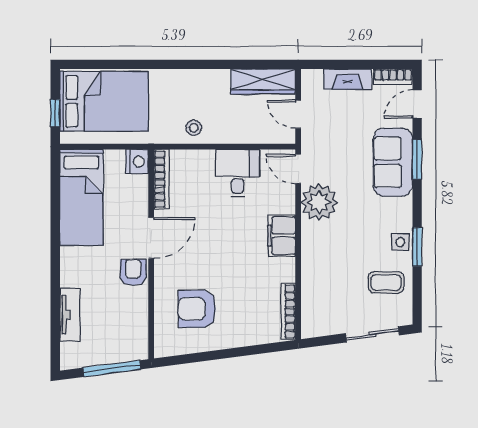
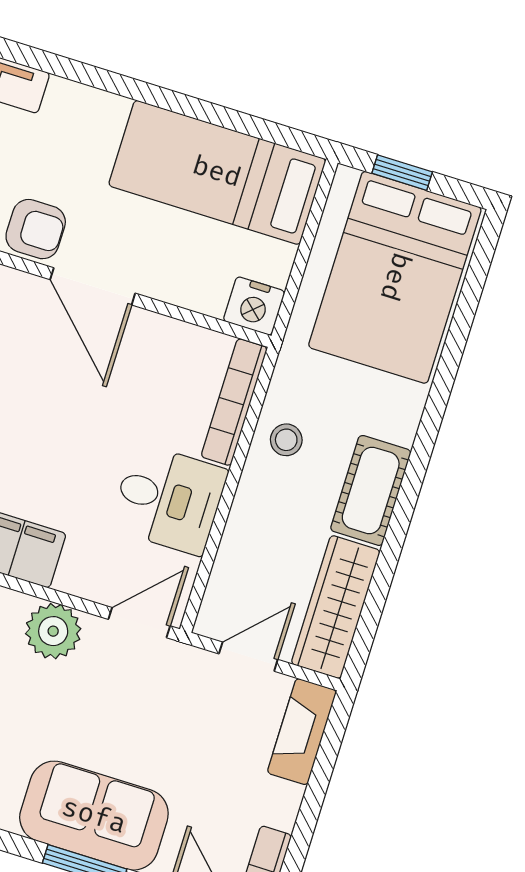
fireplace: (348, 79) -> (302, 732), moved
cot: (205, 82) -> (371, 490), added
bookcase: (162, 179) -> (234, 402), moved, turned 90
plant: (319, 202) -> (53, 631), width x0.73, depth x0.73

